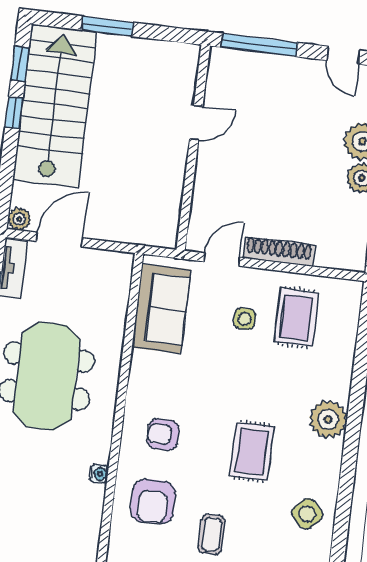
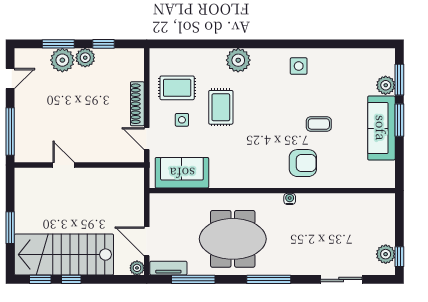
armchair: (163, 434) -> (260, 162), removed
rug: (252, 452) -> (221, 107), moved, turned 90
side table: (307, 514) -> (299, 66), turned 45

